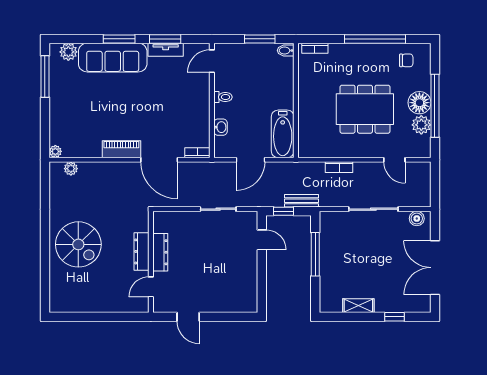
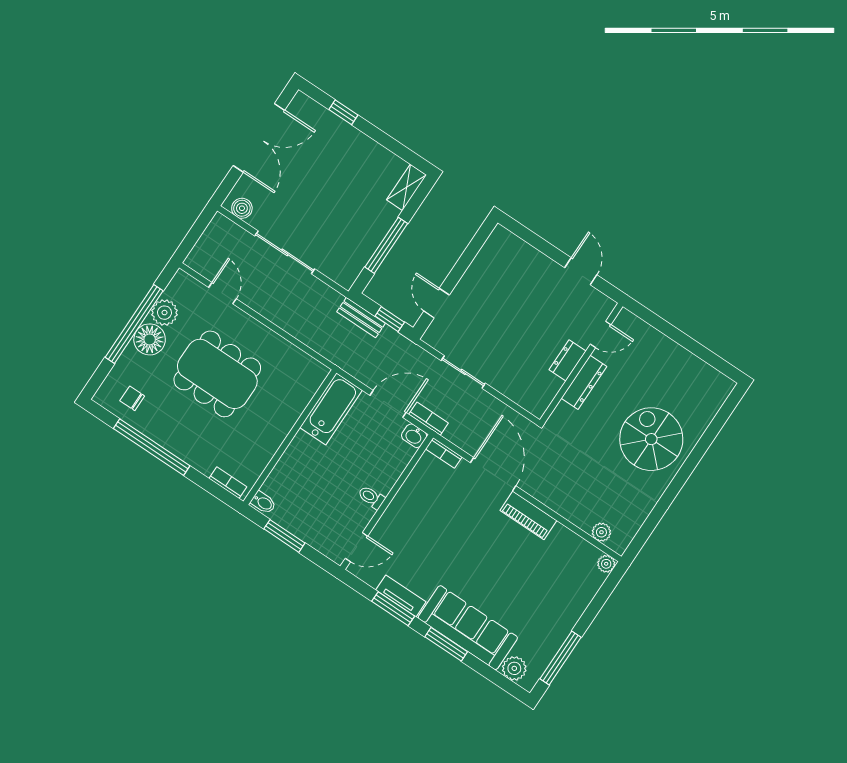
washbasin: (220, 127) -> (414, 436), moved, turned -90
bookcase: (339, 167) -> (429, 419), moved
dresser: (160, 252) -> (568, 360), width x0.70
shelving: (358, 306) -> (406, 187), moved, turned 90

